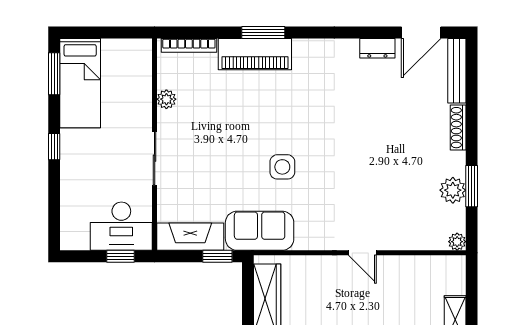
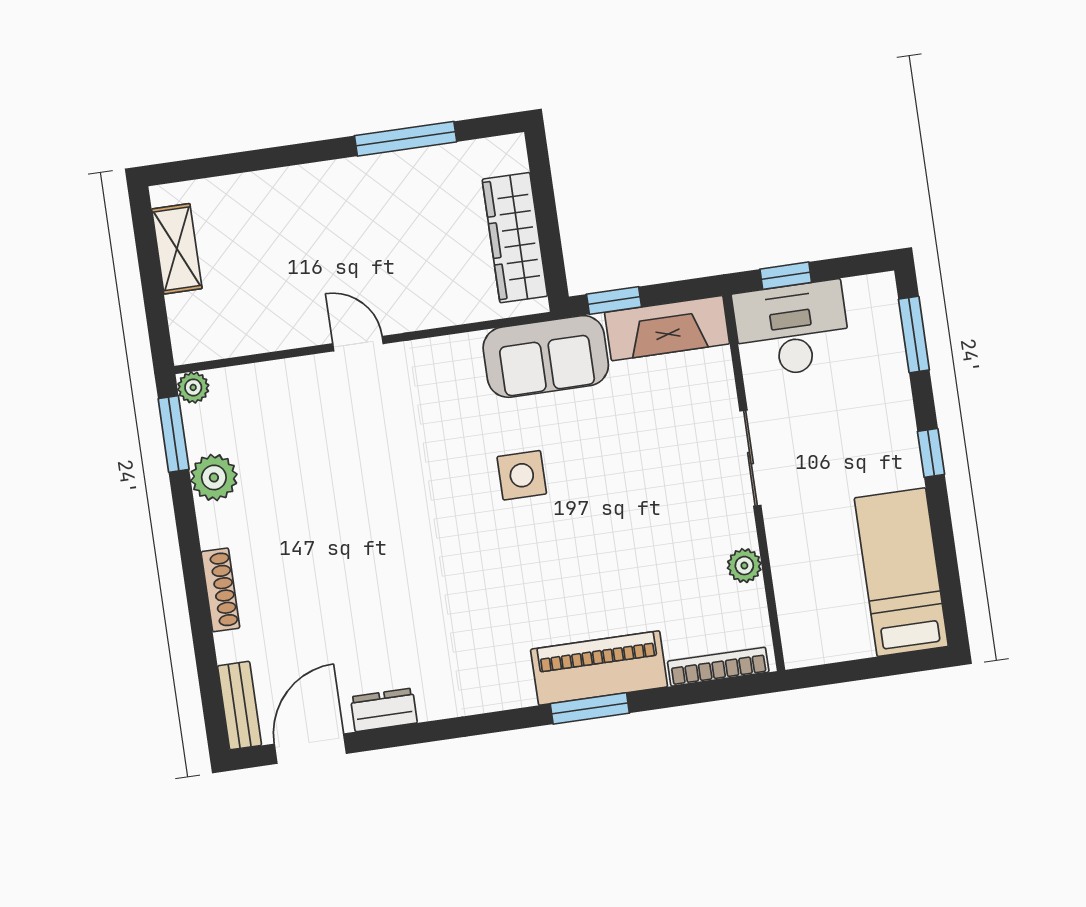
bench: (457, 71) -> (240, 706), width x0.73
window: (54, 74) -> (914, 335), moved
window: (472, 186) -> (174, 434), moved

